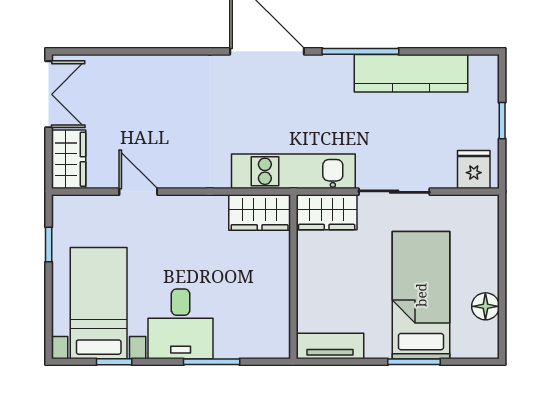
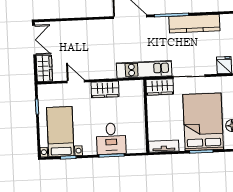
wardrobe: (260, 212) -> (105, 89), moved
bed: (421, 295) -> (203, 122), width x1.50
desk: (181, 324) -> (111, 139), moved

